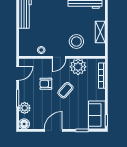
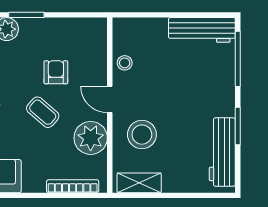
shelving: (100, 32) -> (139, 183), moved
door: (18, 73) -> (78, 15), removed

